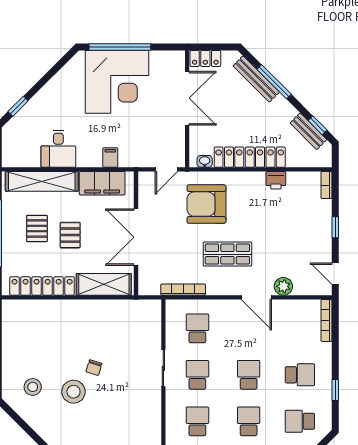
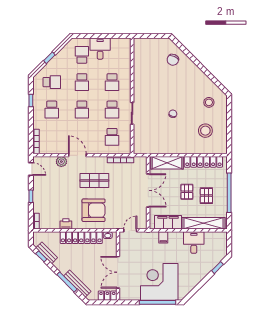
armchair: (206, 204) -> (94, 210), moved
school desk: (300, 375) -> (52, 109), turned -90
stool: (73, 392) -> (205, 131), moved

